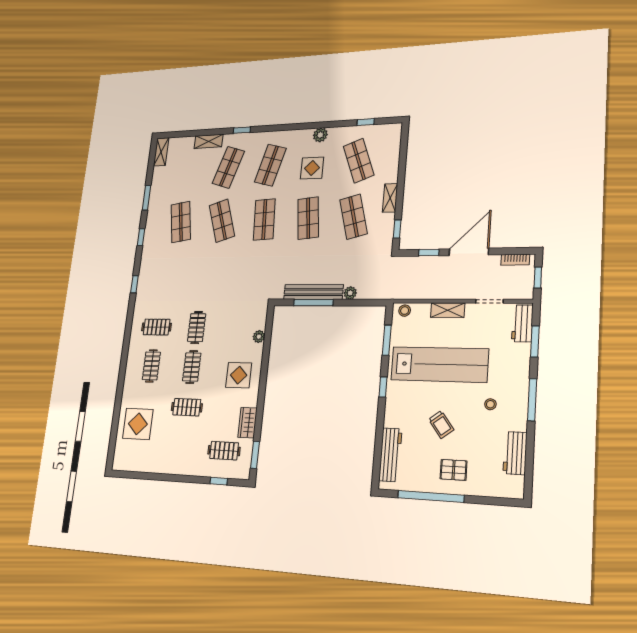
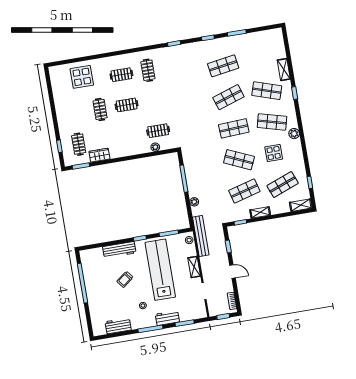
plant: (320, 135) -> (294, 134), moved
shelving: (161, 152) -> (301, 205), moved
shop shelf: (308, 218) -> (239, 160), turned 30
door: (469, 252) -> (232, 272), width x0.53
bench: (313, 292) -> (201, 236), moved
workbench: (522, 323) -> (167, 318), moved
clothes rail: (197, 328) -> (158, 131), moved
lab bench: (439, 364) -> (160, 270), turned 180
display table: (239, 375) -> (128, 140), removed
workbench: (390, 455) -> (119, 250), moved
pallet: (454, 470) -> (101, 293), removed

